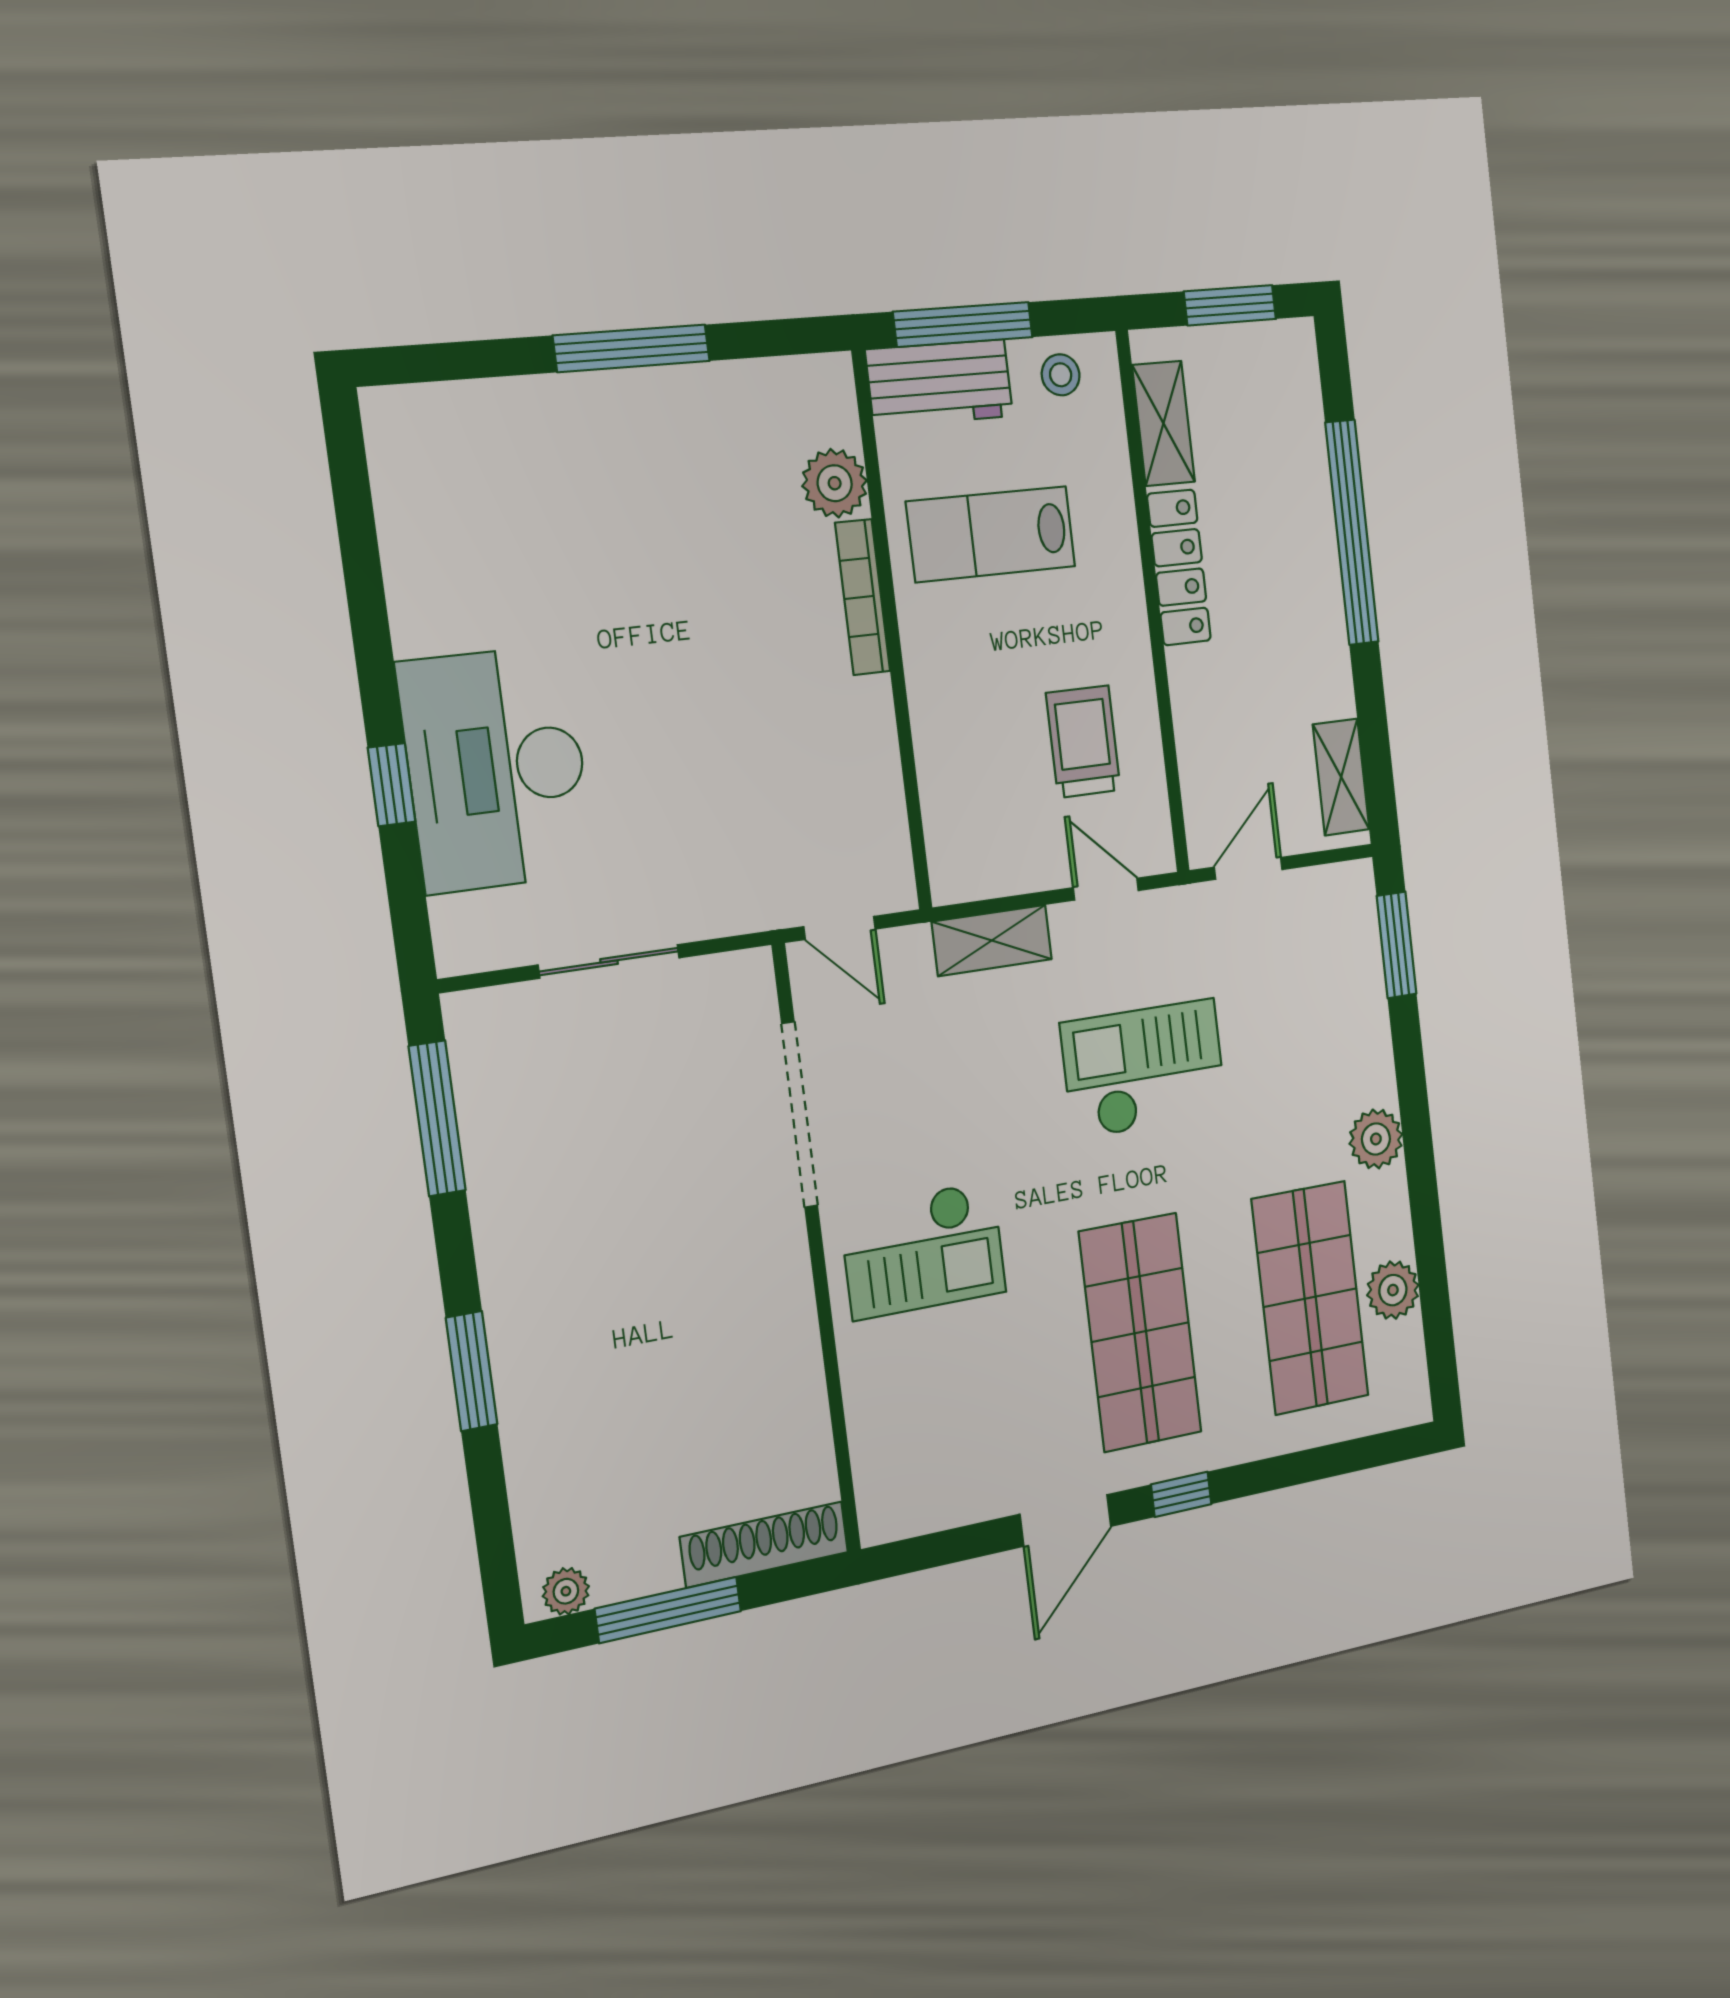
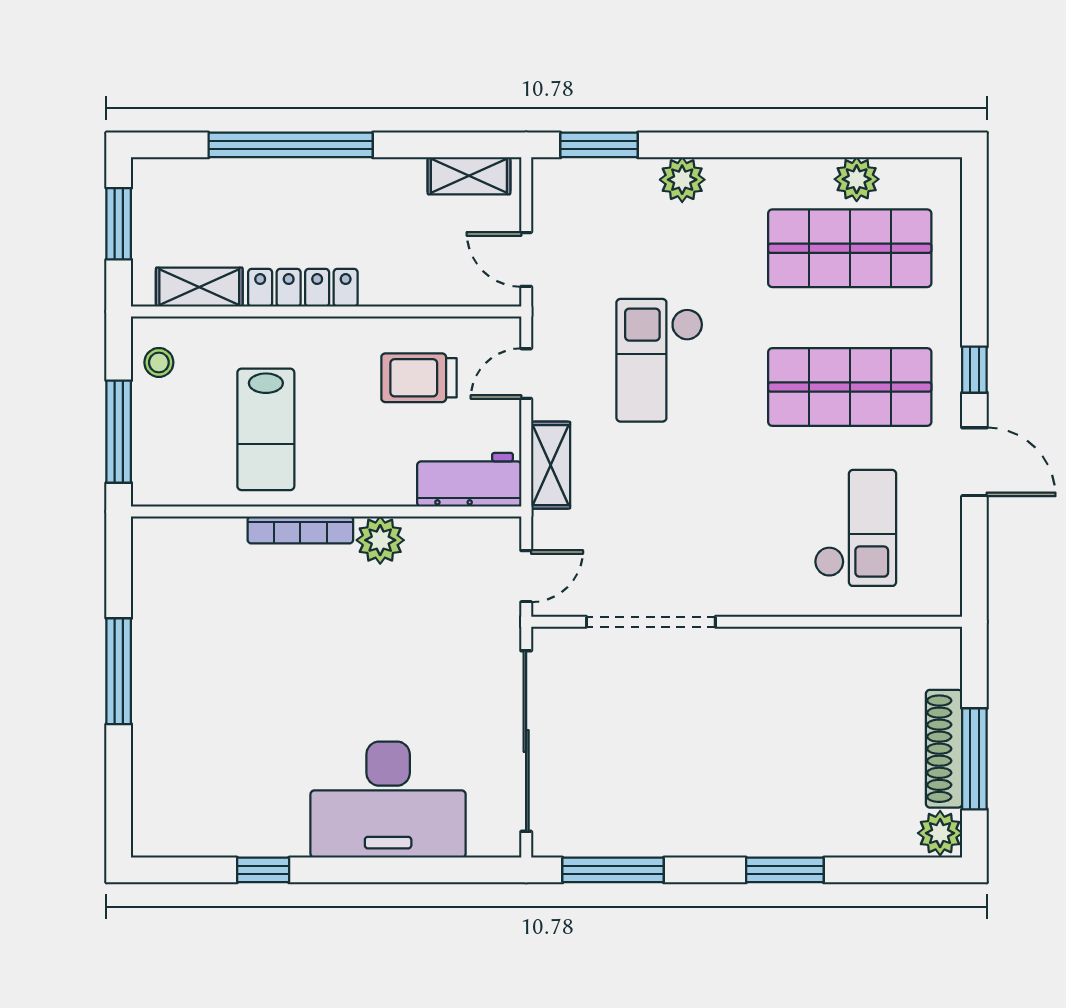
workbench: (939, 383) -> (469, 480), moved, turned -90
plant: (835, 483) -> (380, 540), moved
window: (392, 785) -> (263, 870), moved
sliding door: (609, 961) -> (526, 741), width x1.86
plant: (1376, 1139) -> (682, 180), moved
checkout: (923, 1250) -> (855, 528), moved
shoe rack: (765, 1544) -> (944, 749), moved
plant: (566, 1591) -> (940, 833), width x1.38, depth x1.38

